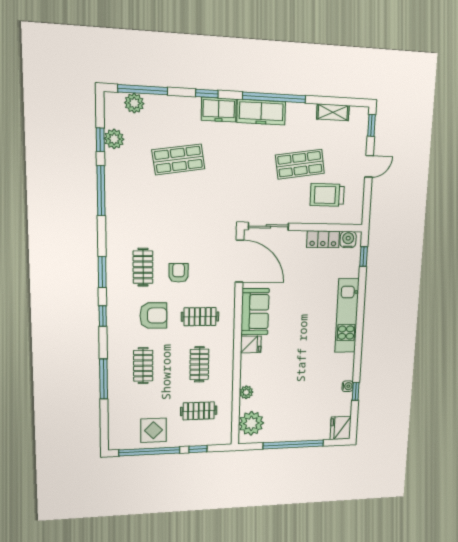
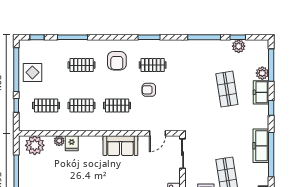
plant: (134, 103) -> (262, 73), moved
freezer: (219, 110) -> (261, 92), moved
door: (240, 261) -> (157, 133), width x0.53
armchair: (179, 273) -> (149, 90), turned 180
armchair: (153, 315) -> (117, 61), moved
window: (103, 316) -> (37, 37), moved
clothes rail: (200, 317) -> (117, 105), turned 90
fridge: (251, 344) -> (72, 143), moved
clothes rail: (199, 411) -> (46, 105), turned 90

